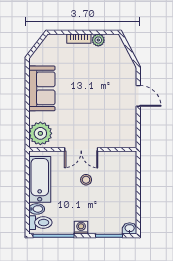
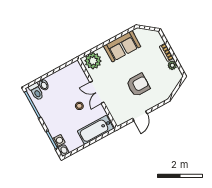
armchair: (100, 95) -> (138, 85), added
door: (138, 96) -> (140, 116), moved
bathtub: (40, 179) -> (96, 130), moved, turned 180
washing machine: (81, 228) -> (59, 141), moved

